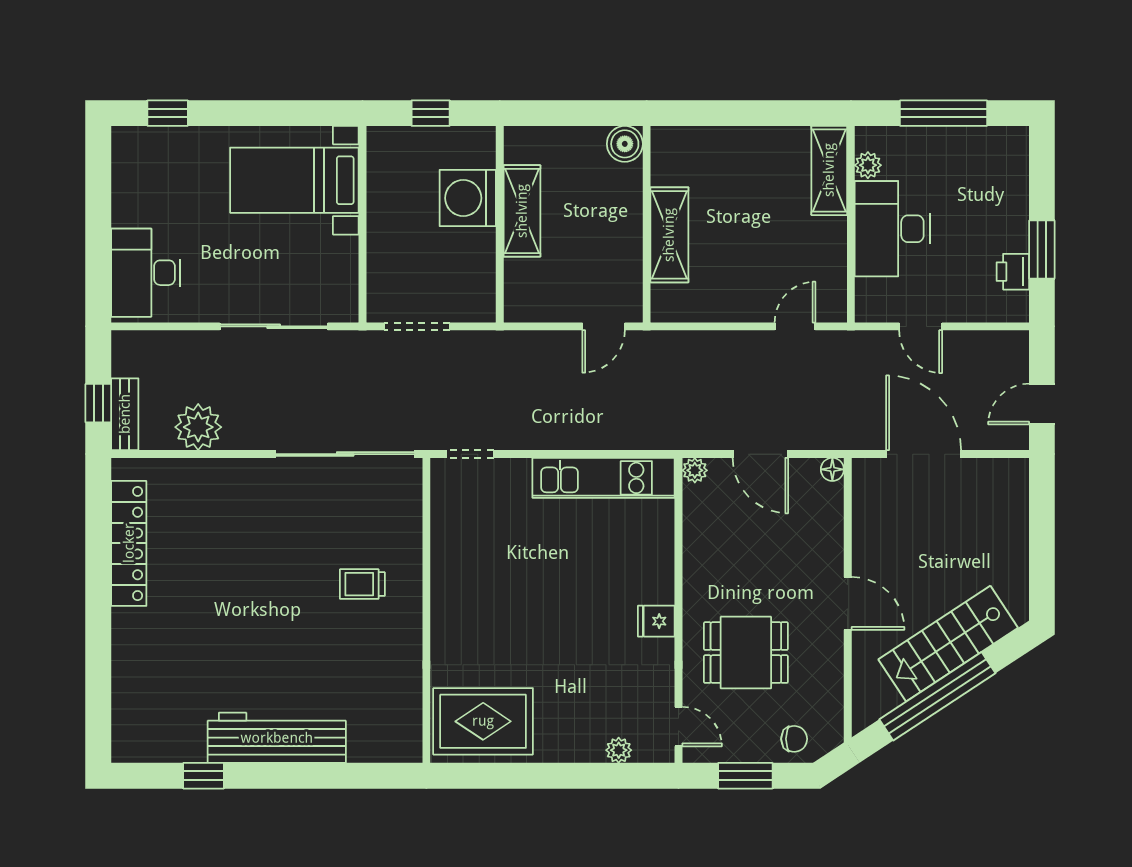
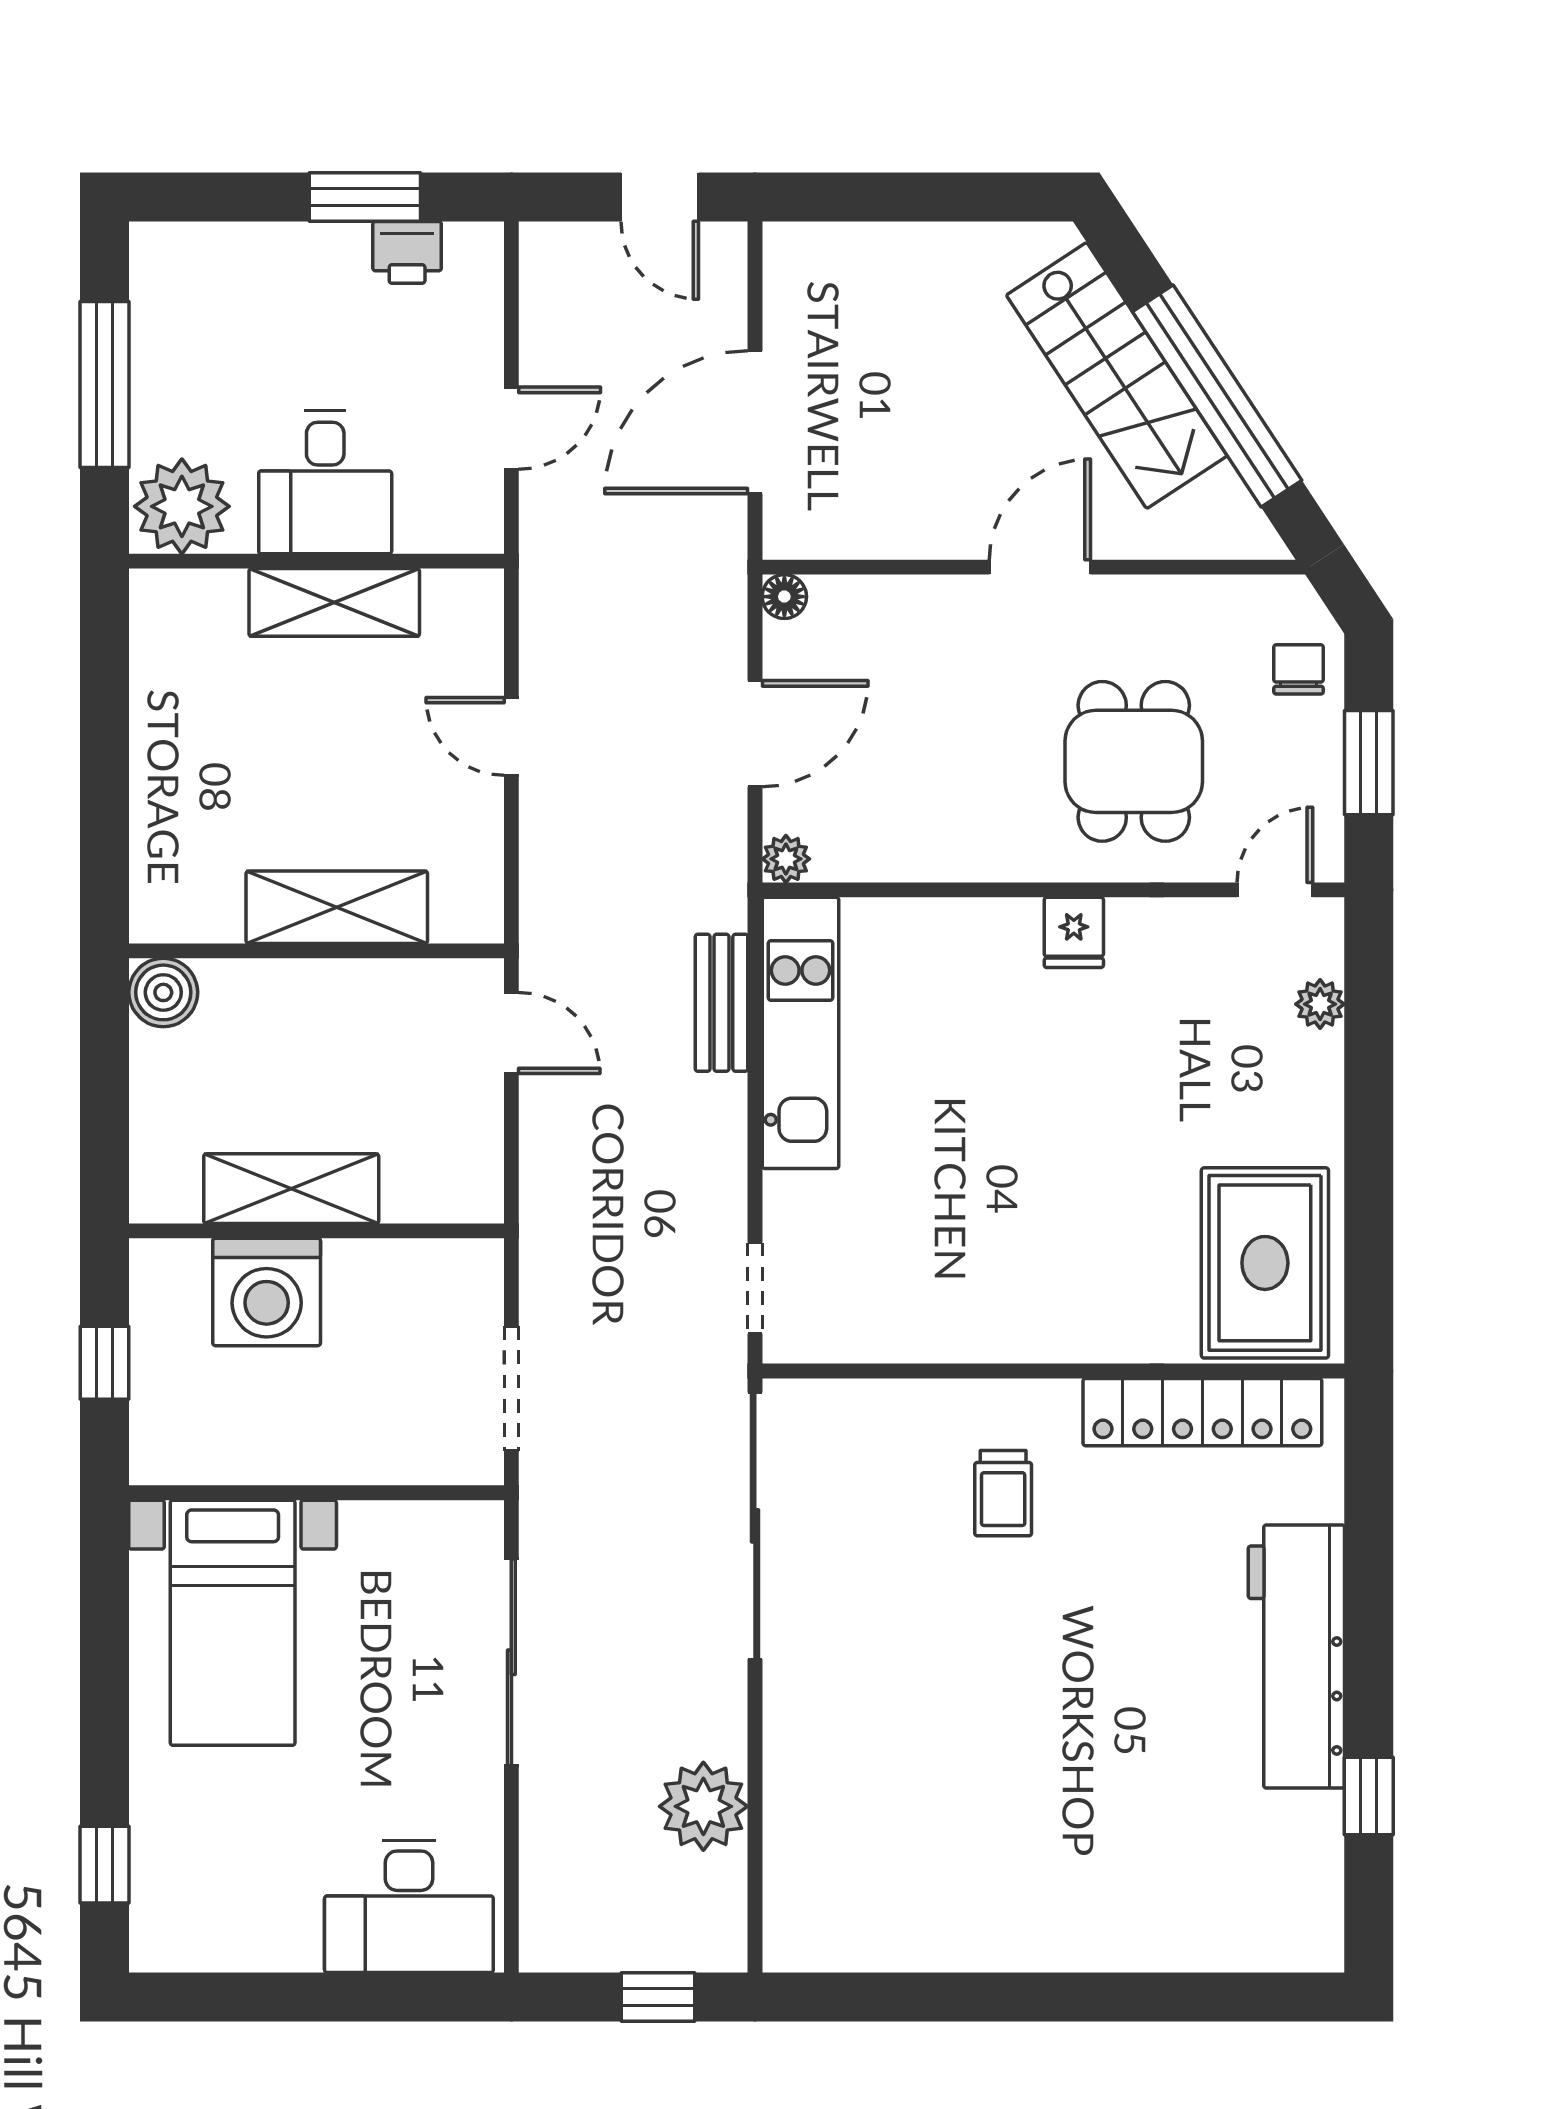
plant: (868, 165) -> (182, 506), width x1.88, depth x1.88
shelving: (829, 170) -> (334, 602), moved
desk: (892, 229) -> (325, 482), width x0.73
door: (795, 326) -> (511, 736), moved
bench: (125, 414) -> (721, 1003), moved, turned 90
locker: (129, 543) -> (1202, 1412), moved, turned 180

